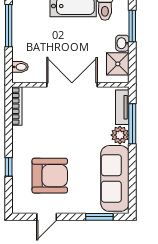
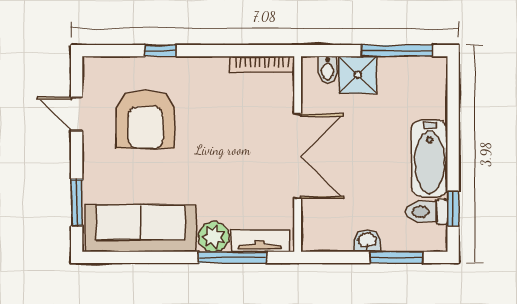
shower: (118, 64) -> (358, 75), moved

